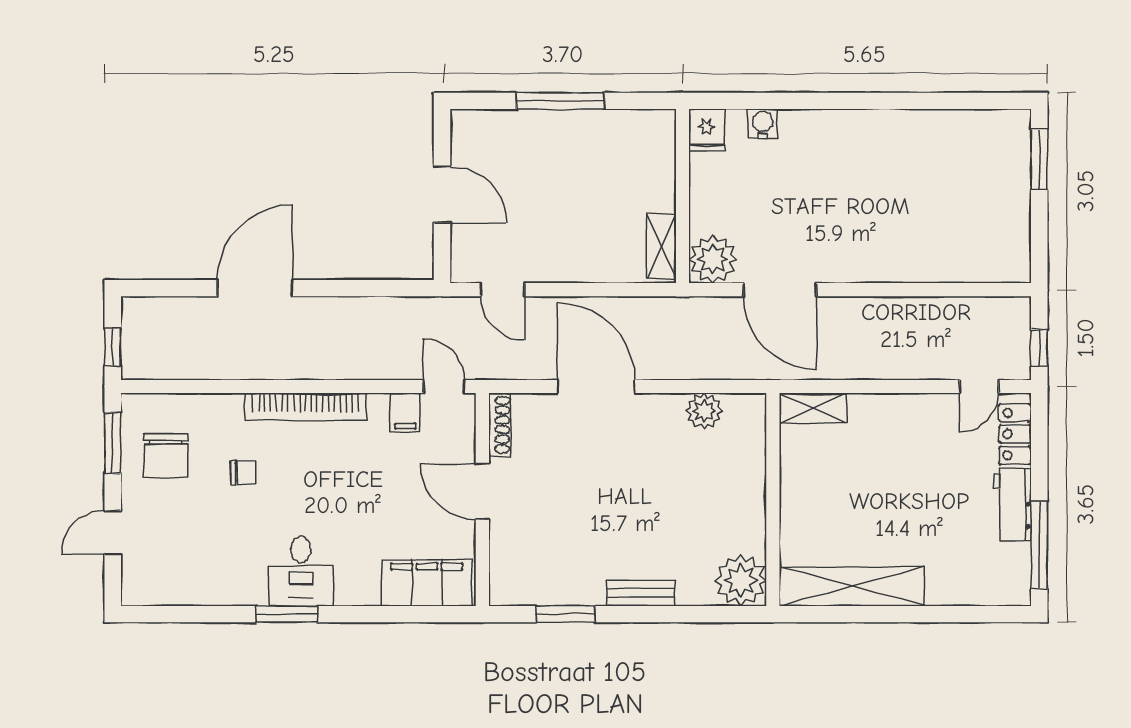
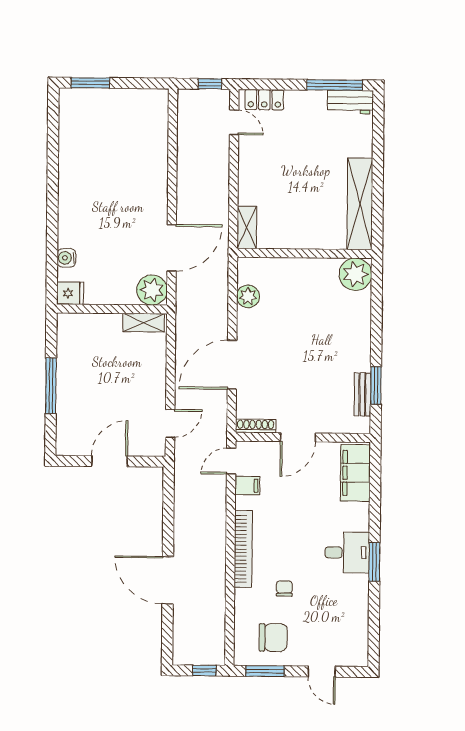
workbench: (1012, 505) -> (350, 102), moved
bench: (641, 593) -> (362, 394), moved

